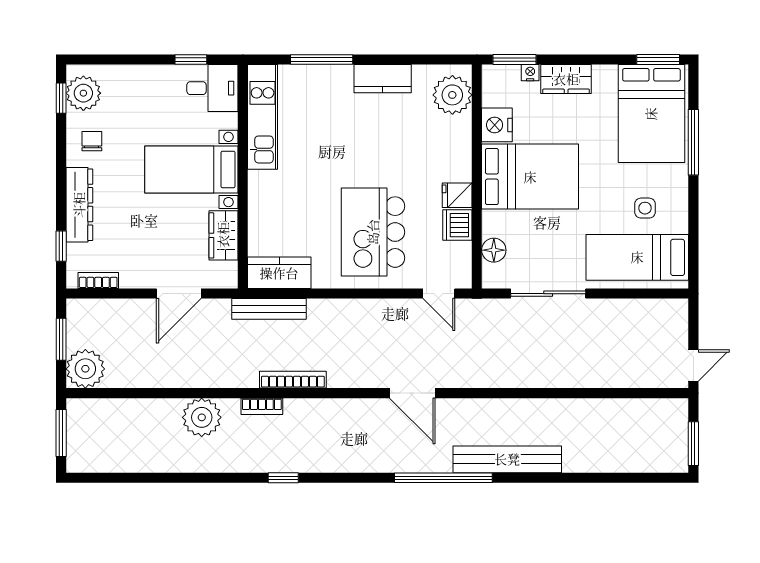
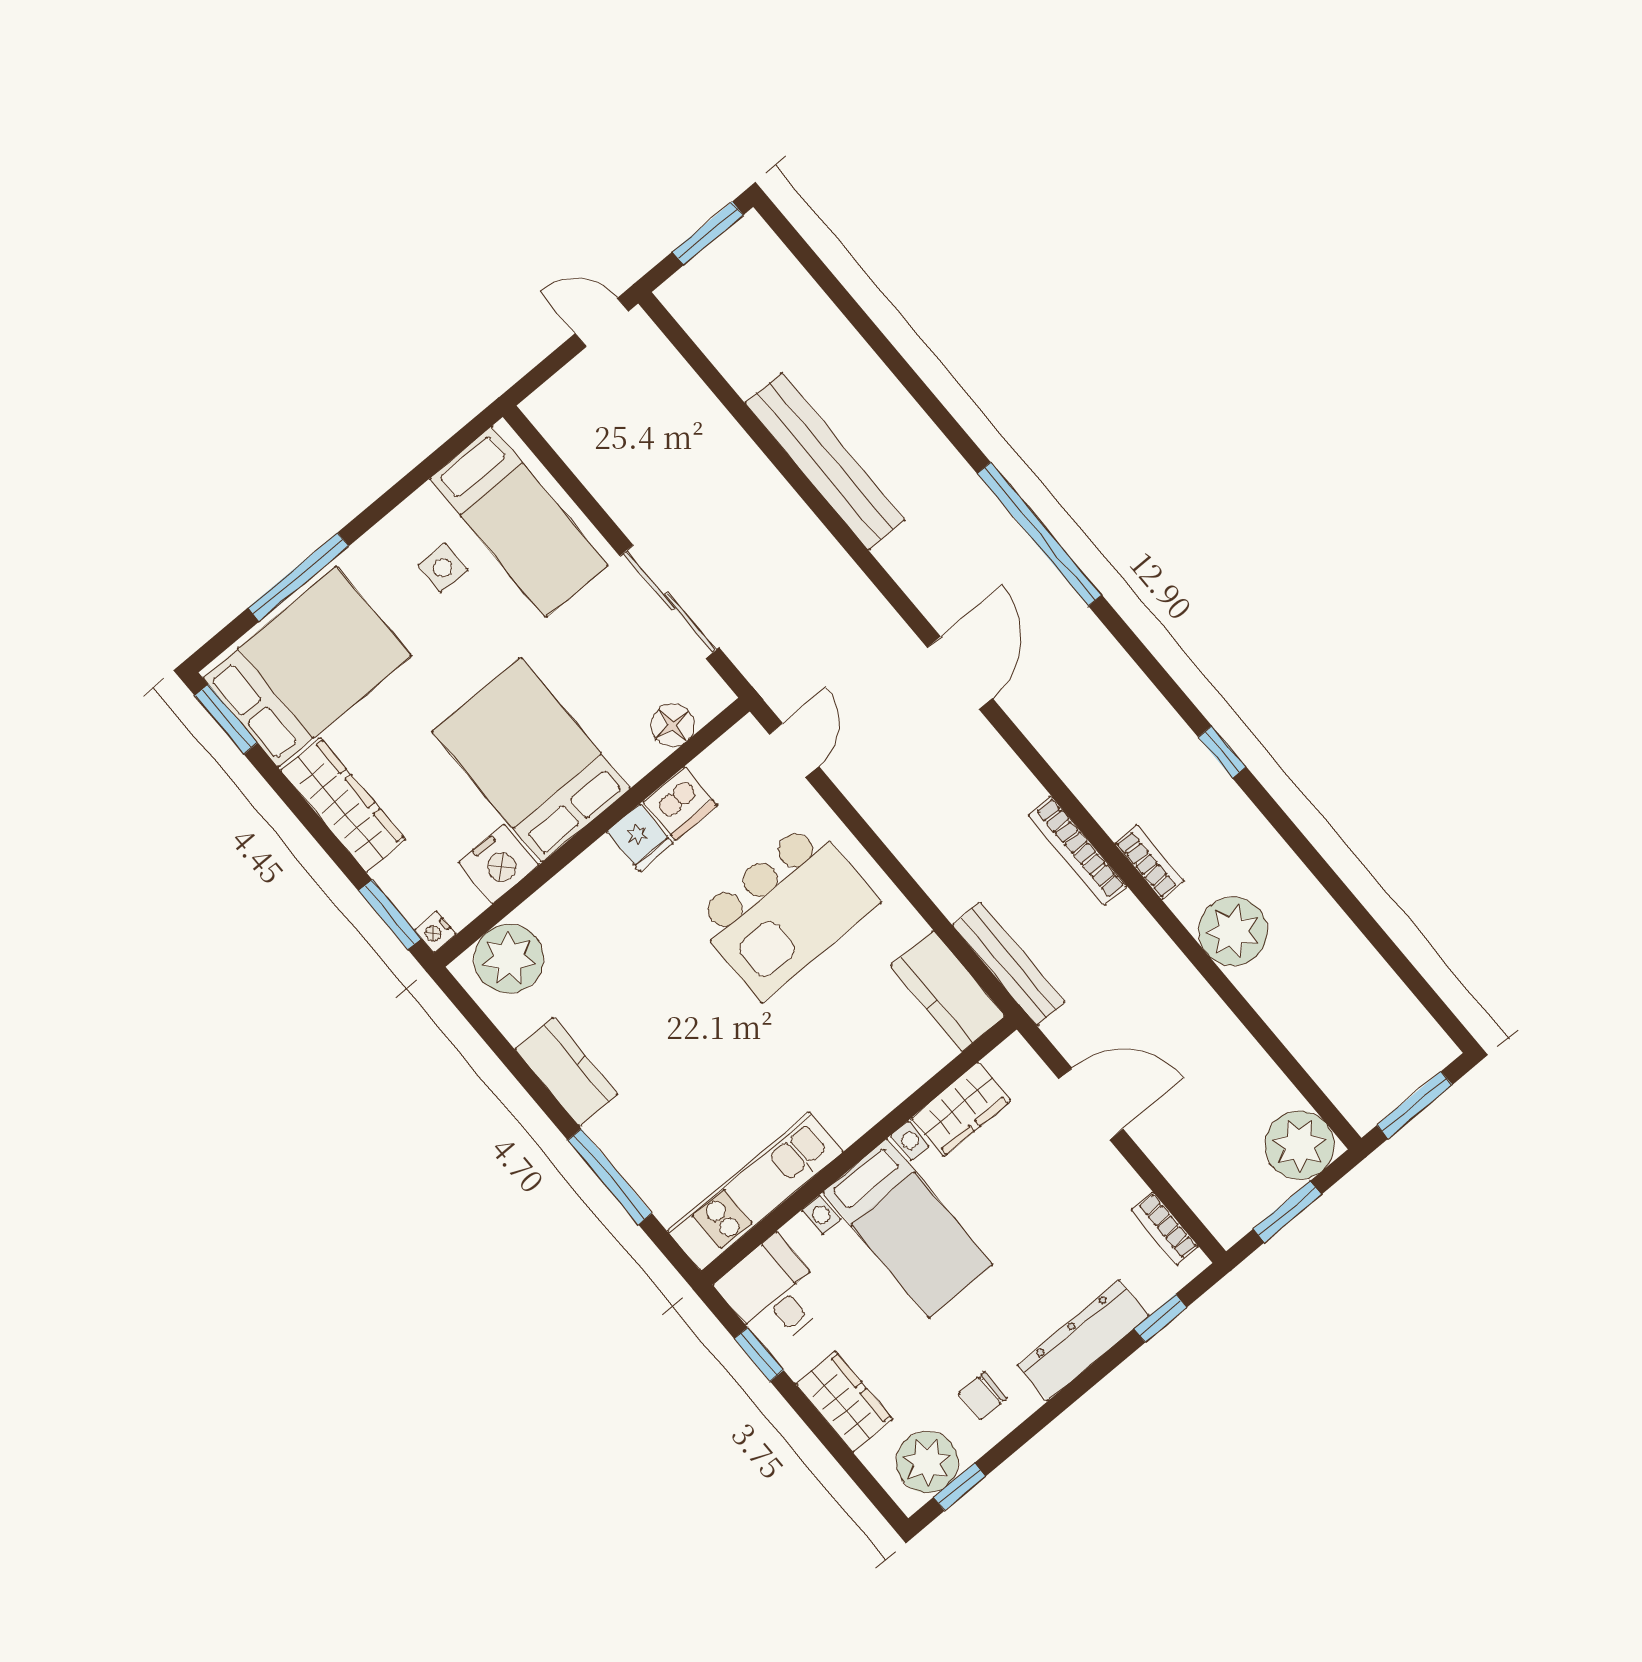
nightstand: (530, 73) -> (435, 932), moved
wardrobe: (139, 79) -> (844, 1402), added
wardrobe: (566, 79) -> (343, 805), width x1.50
bench: (507, 459) -> (825, 461), moved

